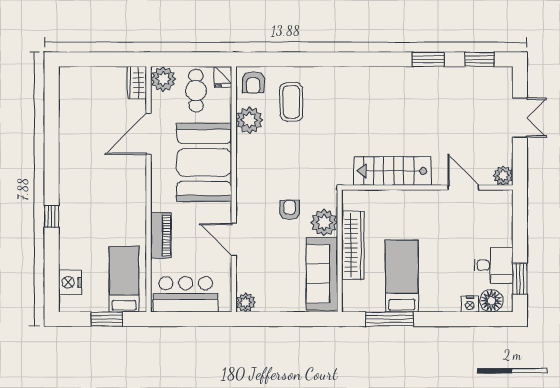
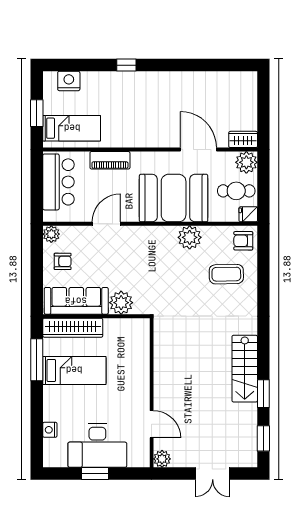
plant: (249, 120) -> (190, 237), moved
stairs: (392, 171) -> (245, 369), moved, turned 180
door: (463, 188) -> (152, 424), hinge flipped
armchair: (289, 210) -> (63, 261), moved
wardrobe: (353, 245) -> (73, 328), moved
desk: (494, 265) -> (97, 446), width x1.87, depth x1.30
window: (520, 279) -> (95, 473), moved
floor lamp: (491, 301) -> (53, 449), removed

